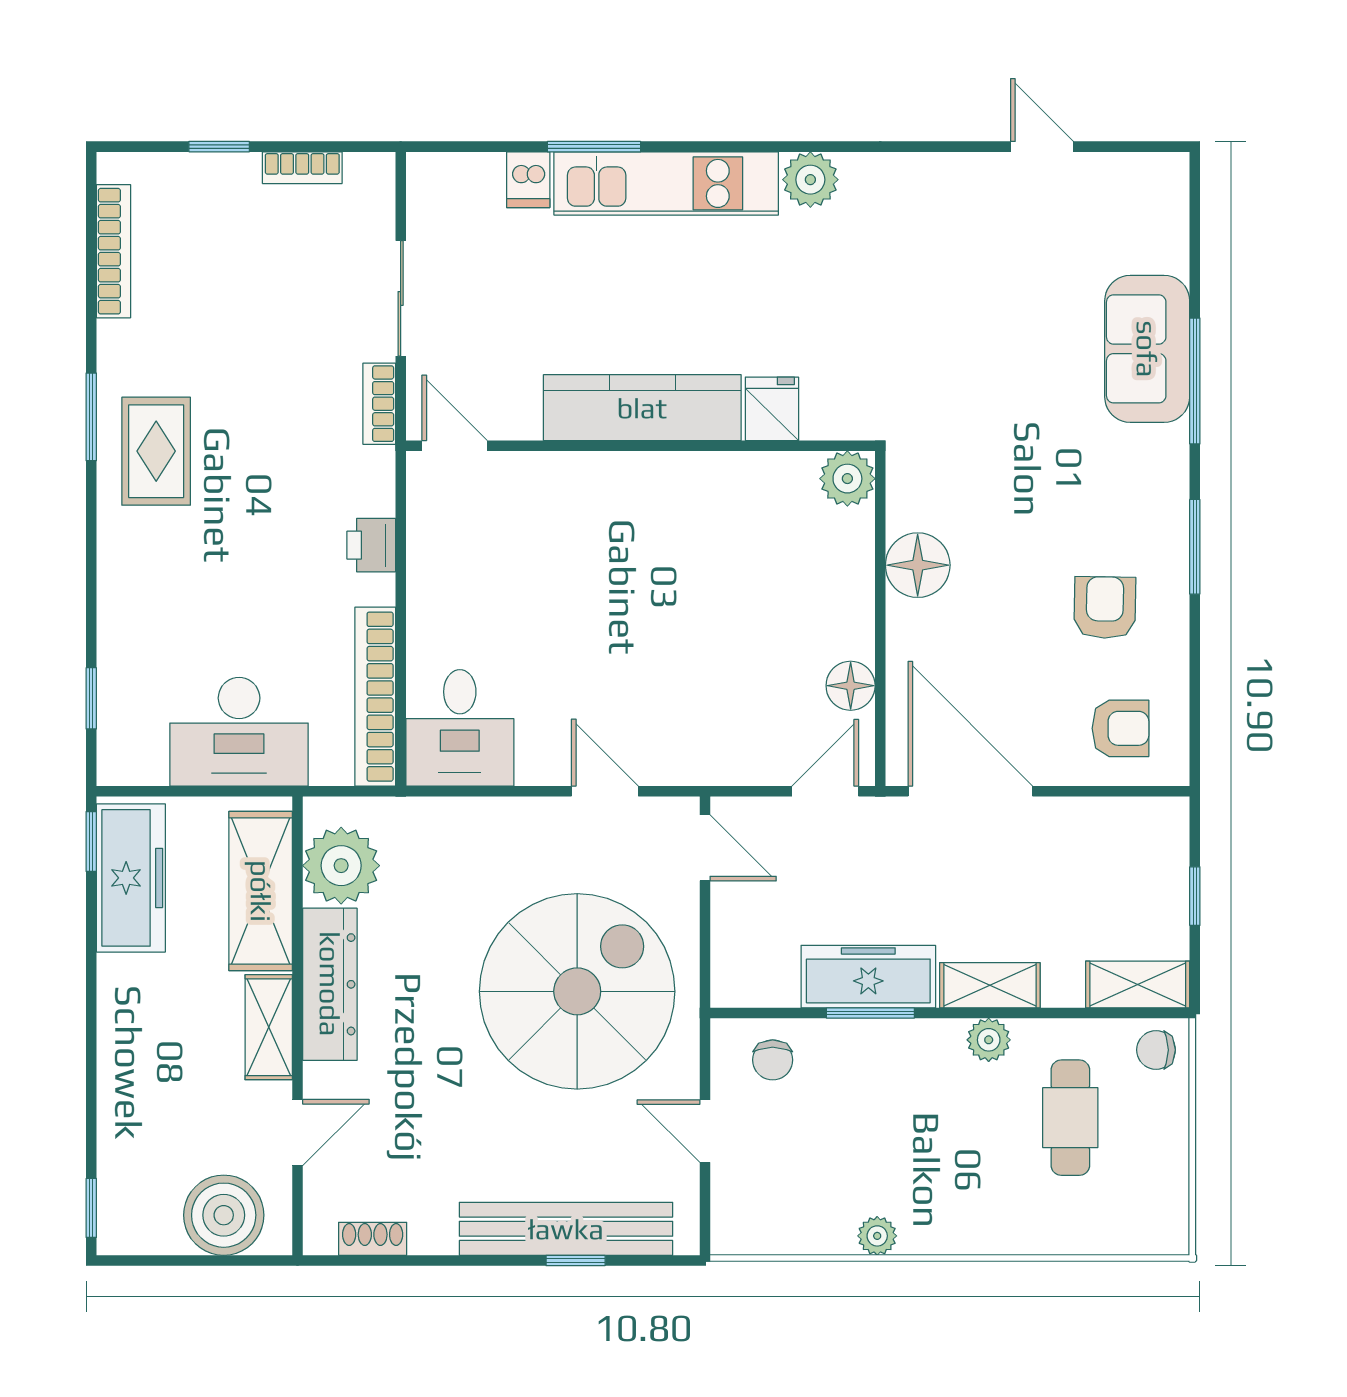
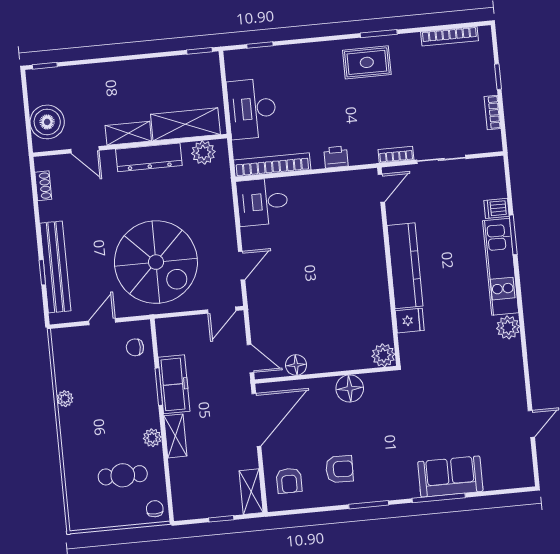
plant: (341, 866) -> (203, 153), width x0.73, depth x0.73
freezer: (131, 878) -> (186, 69), removed
shelving: (1138, 984) -> (251, 492), moved

